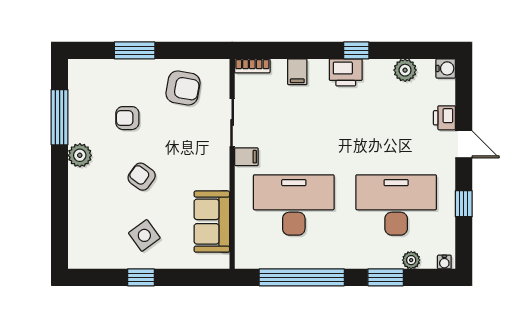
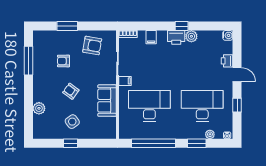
plant: (405, 70) -> (191, 36), moved
plant: (80, 155) -> (39, 108), moved
sofa: (212, 222) -> (107, 101), moved

